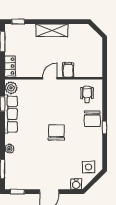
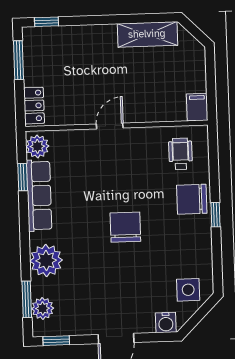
shelving: (52, 30) -> (147, 34), moved
filing cabinet: (68, 70) -> (197, 107), moved
chair: (92, 119) -> (192, 199), turned 90
plant: (9, 149) -> (46, 260), width x1.88, depth x1.88
plant: (11, 174) -> (43, 308), added

